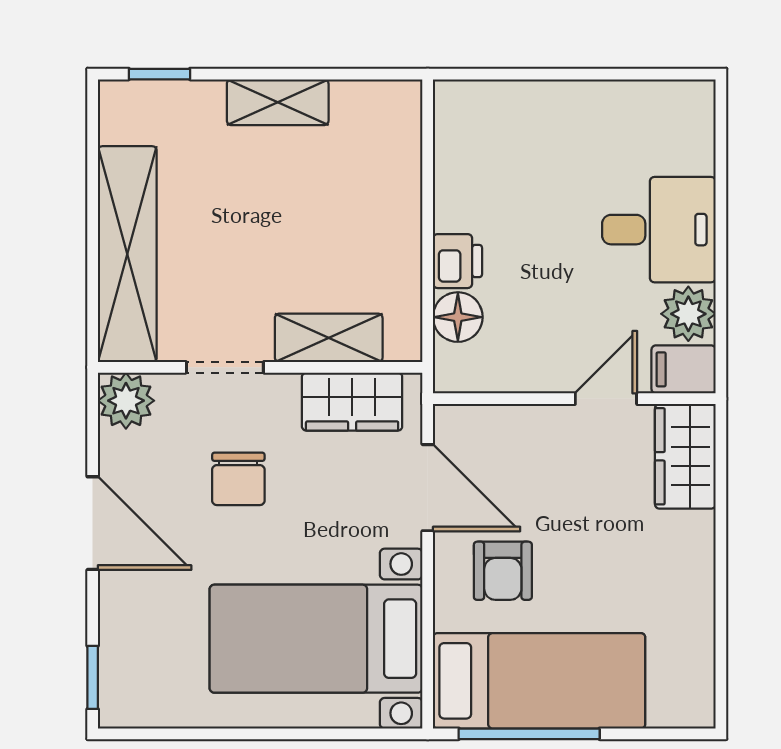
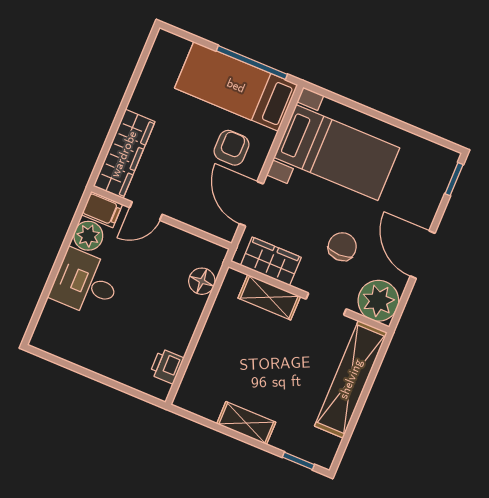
printer: (457, 261) -> (167, 366), moved
plant: (126, 401) -> (378, 301), width x1.36, depth x1.36
wardrobe: (685, 456) -> (124, 154), width x1.50

